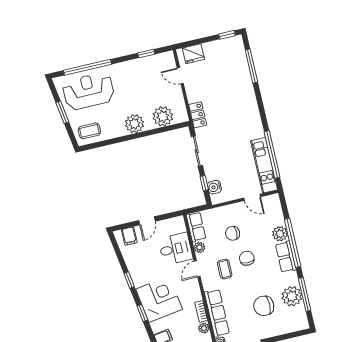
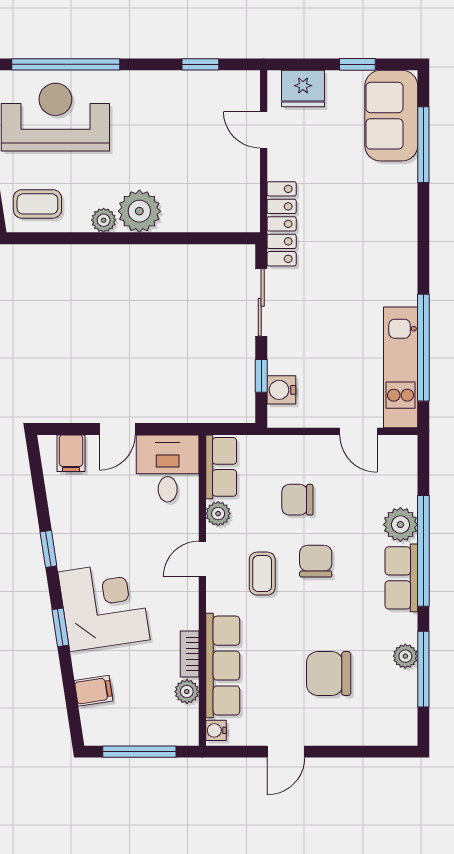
window: (227, 35) -> (357, 64), moved
sofa: (235, 57) -> (391, 116), added
locker: (198, 115) -> (282, 224), width x1.53
plant: (163, 116) -> (104, 220), moved, width x0.53, depth x0.53
desk: (175, 249) -> (168, 468), moved, turned -90
plant: (292, 296) -> (405, 656), width x0.53, depth x0.53

